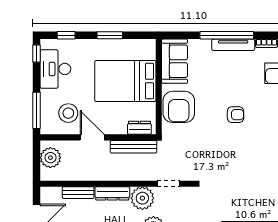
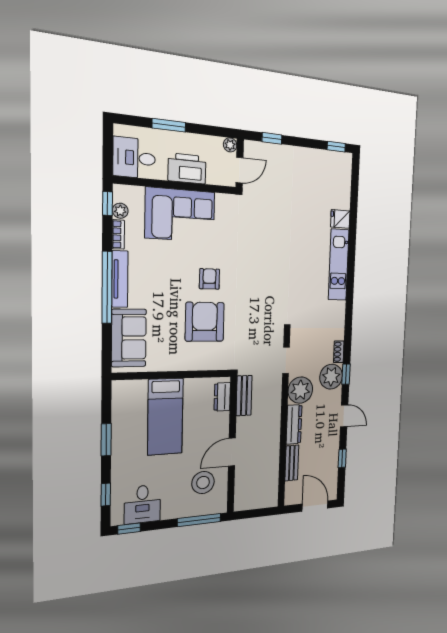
sofa: (175, 61) -> (129, 338), moved, turned 90
desk: (55, 69) -> (142, 504), width x0.73
bed: (125, 81) -> (165, 417), width x0.67
armchair: (179, 107) -> (205, 322), moved, turned -90
bench: (133, 147) -> (244, 396), width x0.73
plant: (50, 158) -> (253, 498), removed

